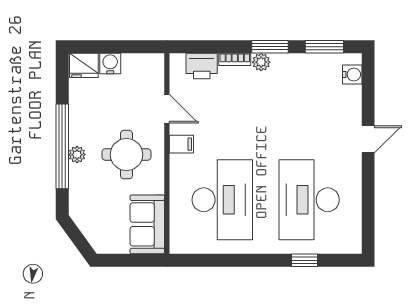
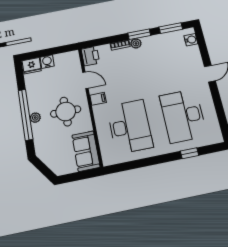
printer: (202, 66) -> (90, 56), moved, turned -90

